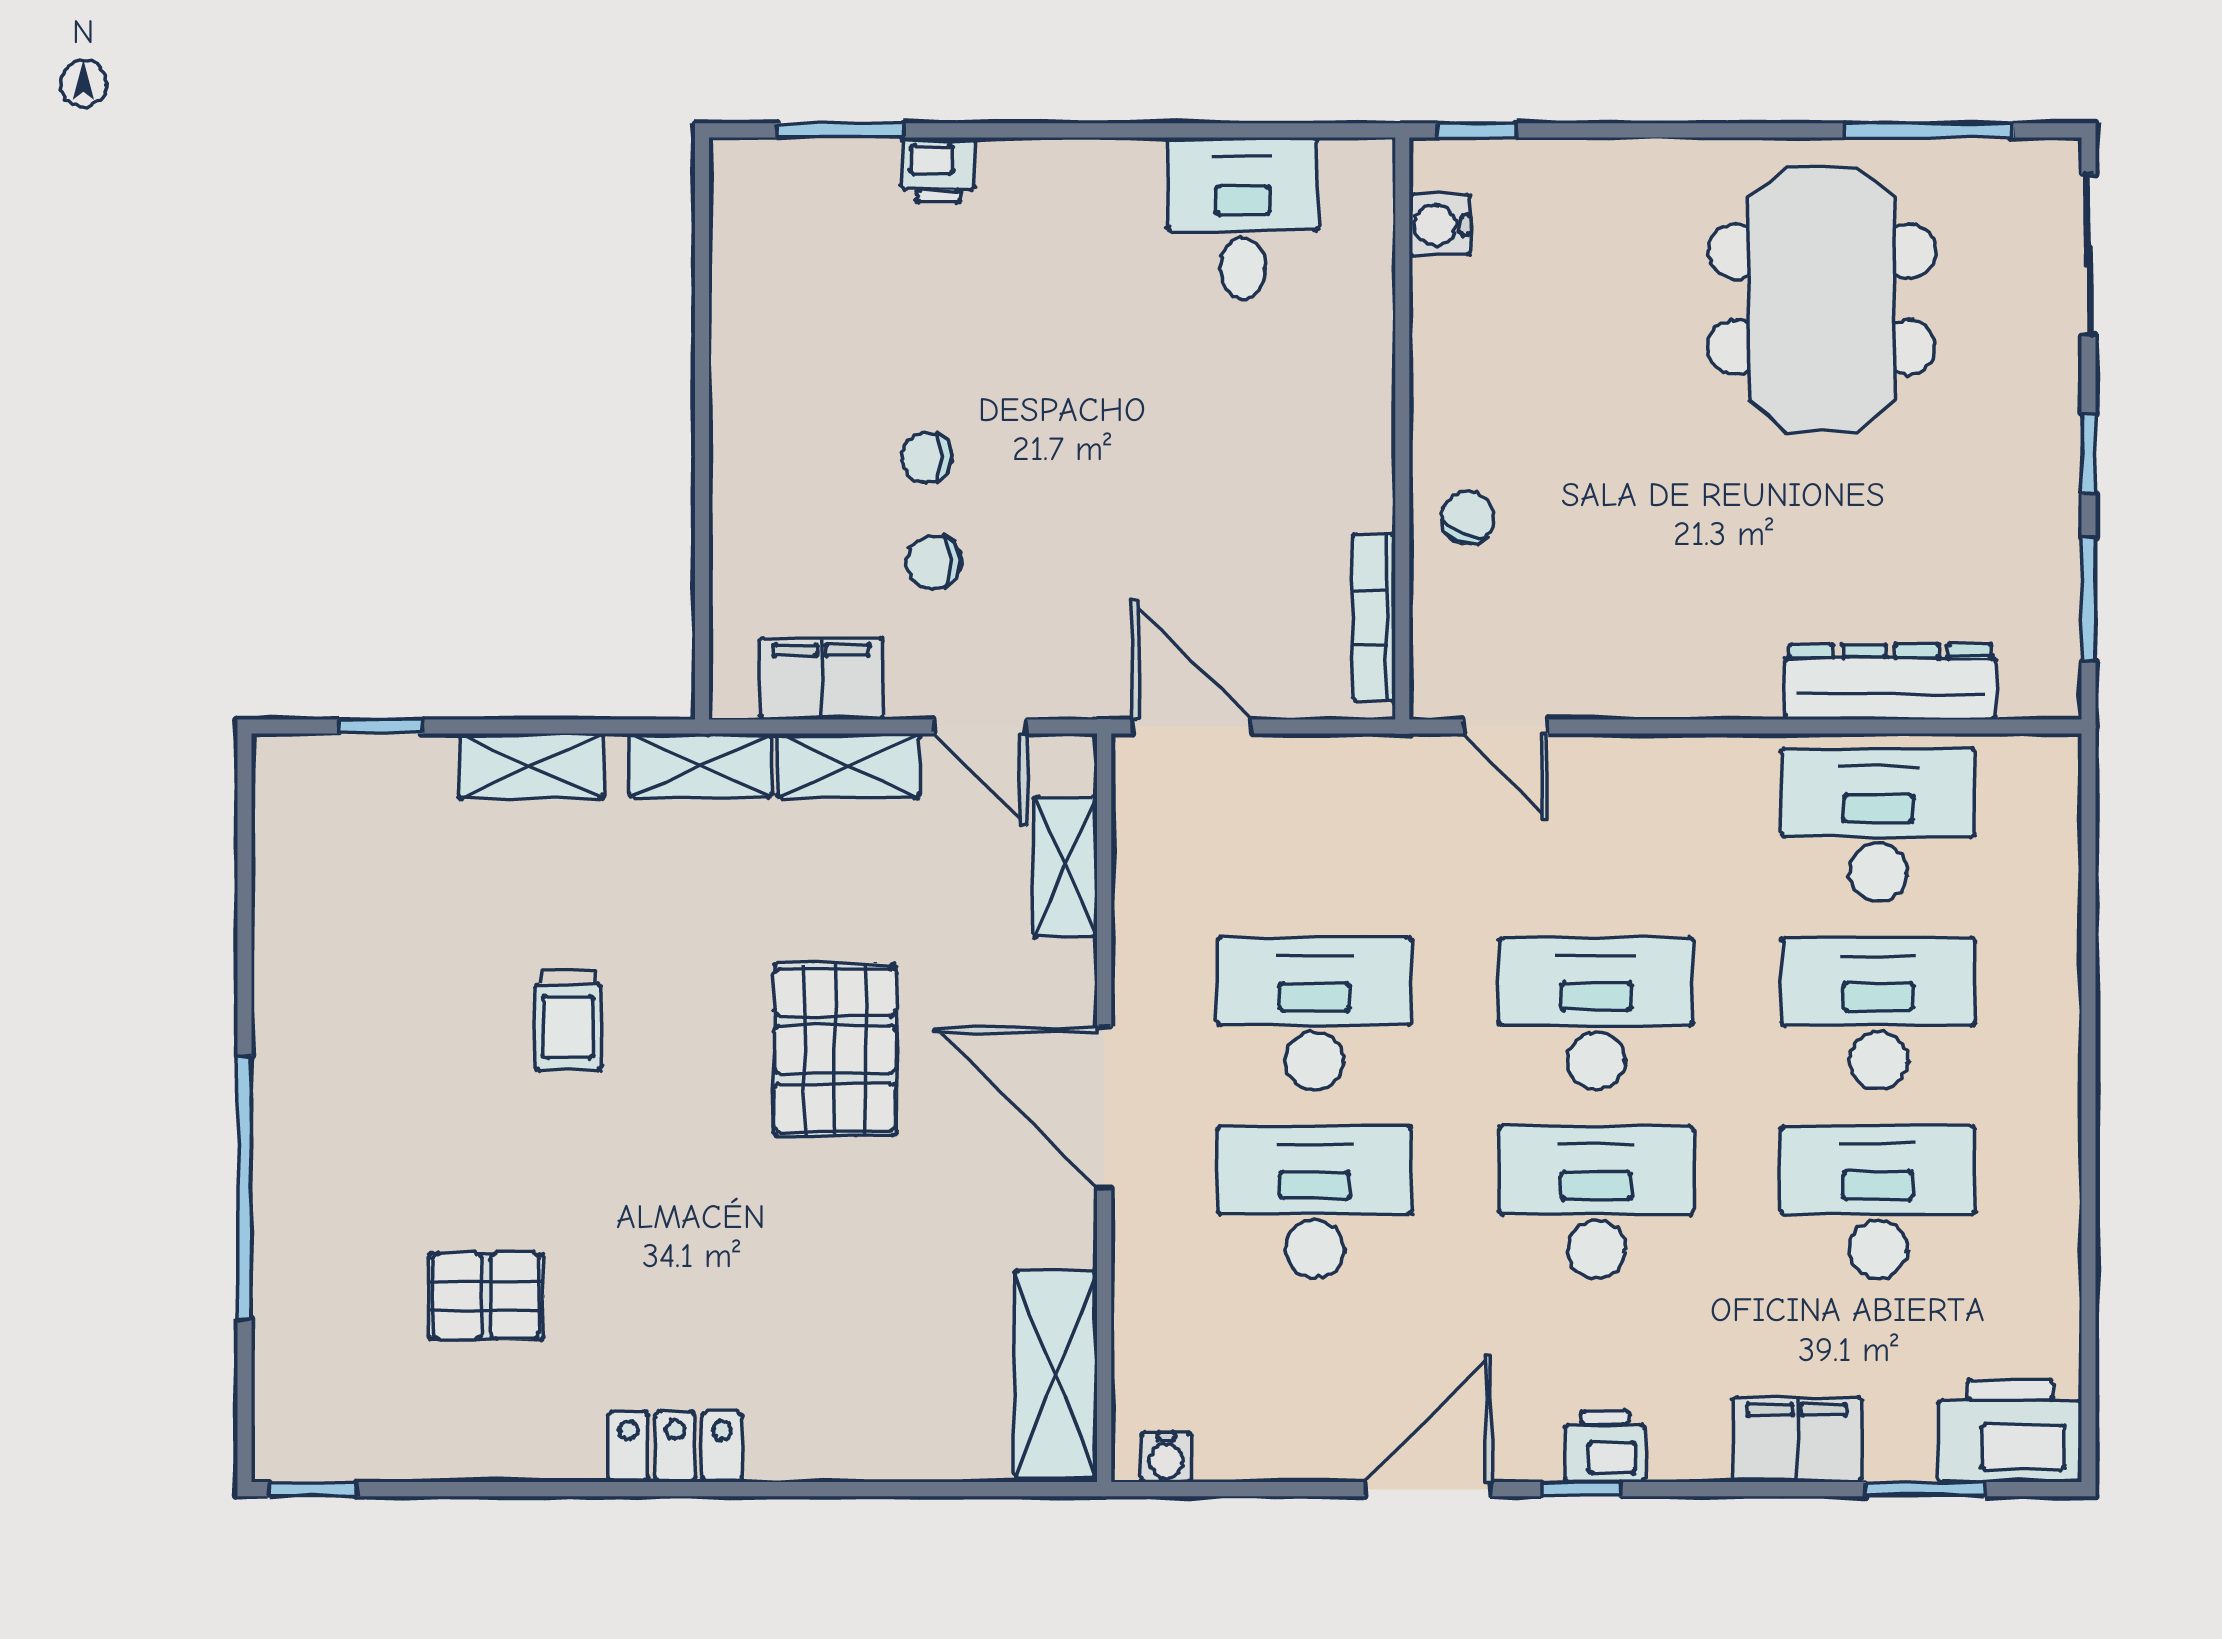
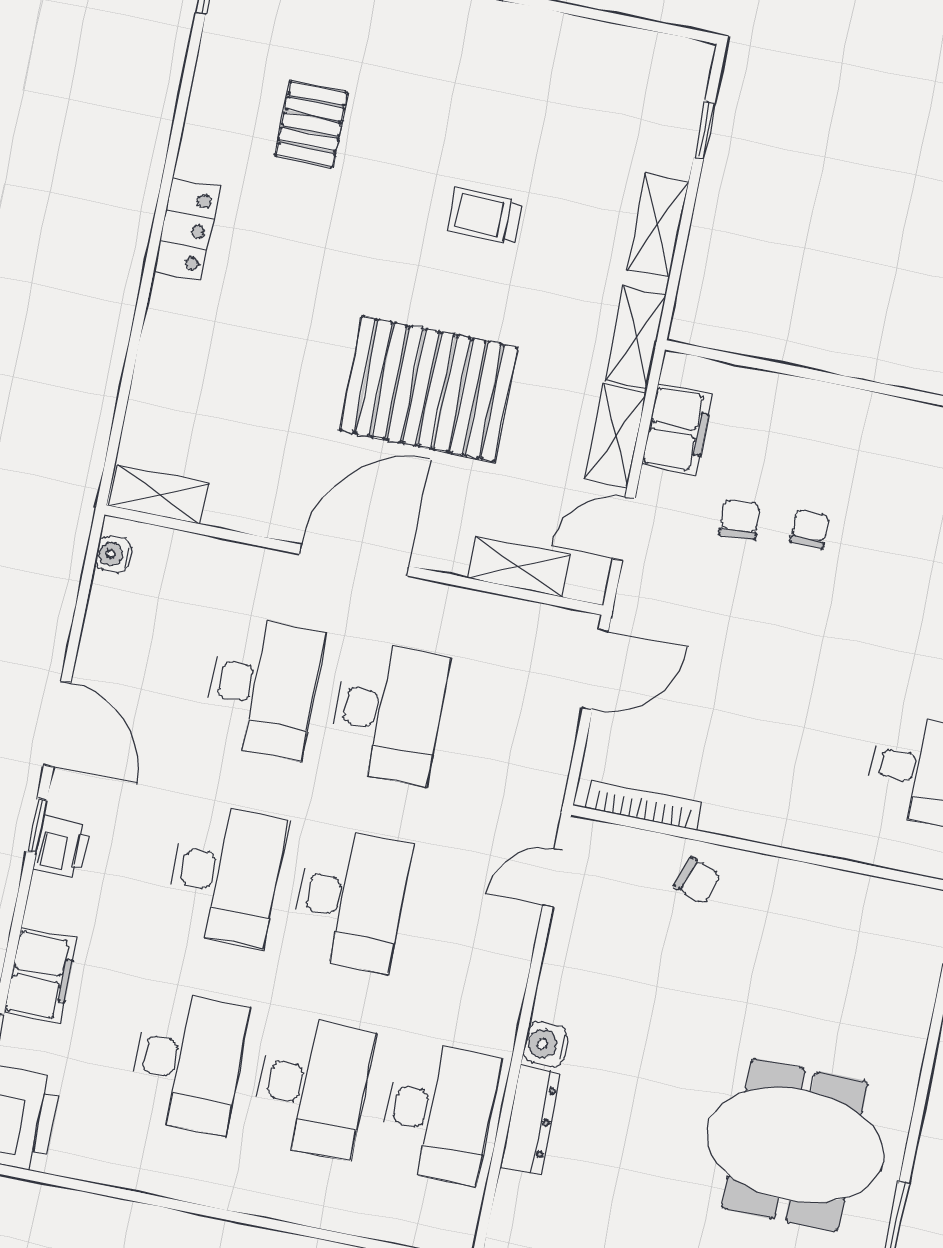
water cooler: (1440, 225) -> (546, 1044), moved, turned -90
dresser: (1890, 682) -> (530, 1120), width x0.73, depth x0.80
pallet: (835, 1050) -> (429, 389), width x1.37, depth x1.41
shelving: (1056, 1375) -> (159, 494), width x0.67, depth x0.75

